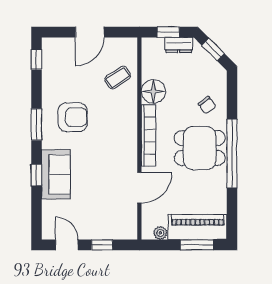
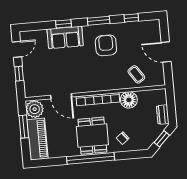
window: (168, 32) -> (171, 106), removed
window: (36, 59) -> (131, 18), moved
armchair: (73, 117) -> (106, 45), turned 180
plant: (160, 233) -> (35, 109), width x1.88, depth x1.88
window: (197, 245) -> (24, 127), moved

